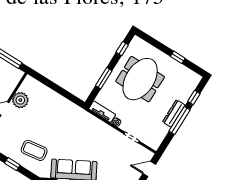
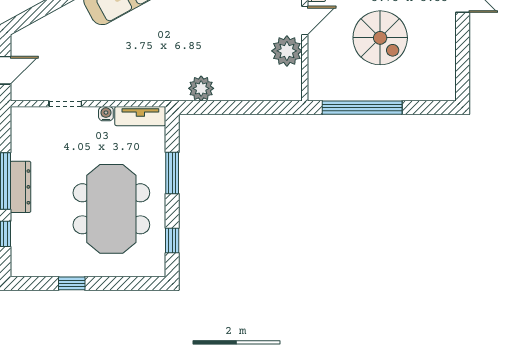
plant: (68, 107) -> (201, 88), added

